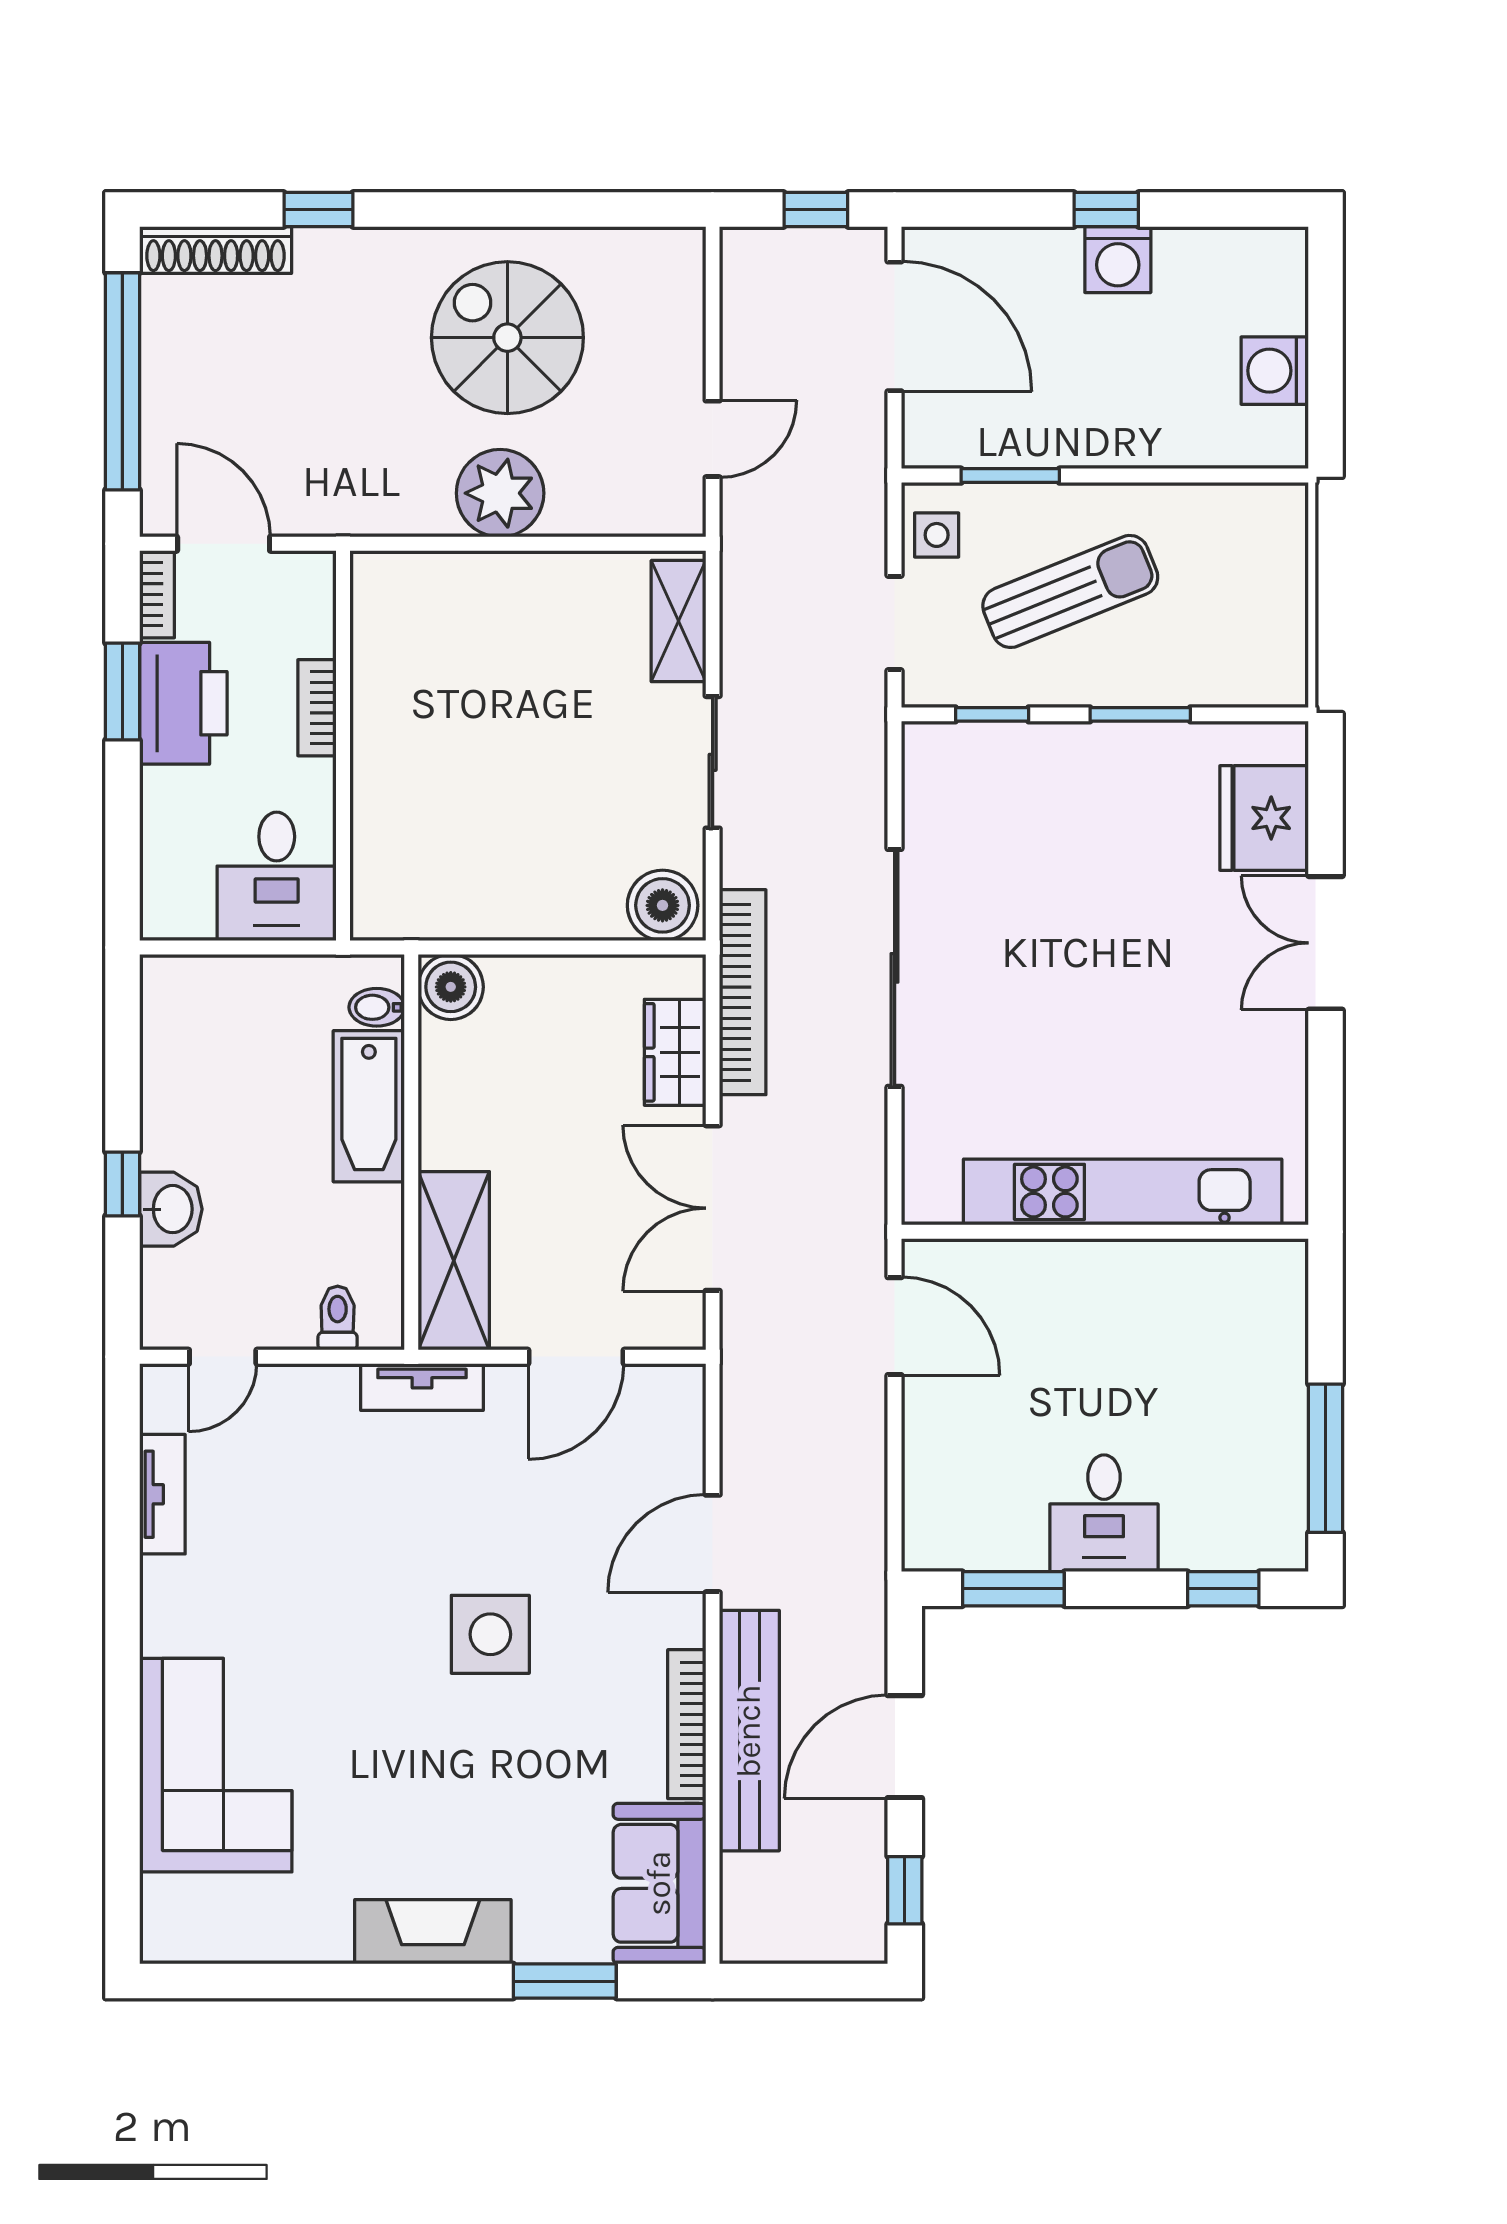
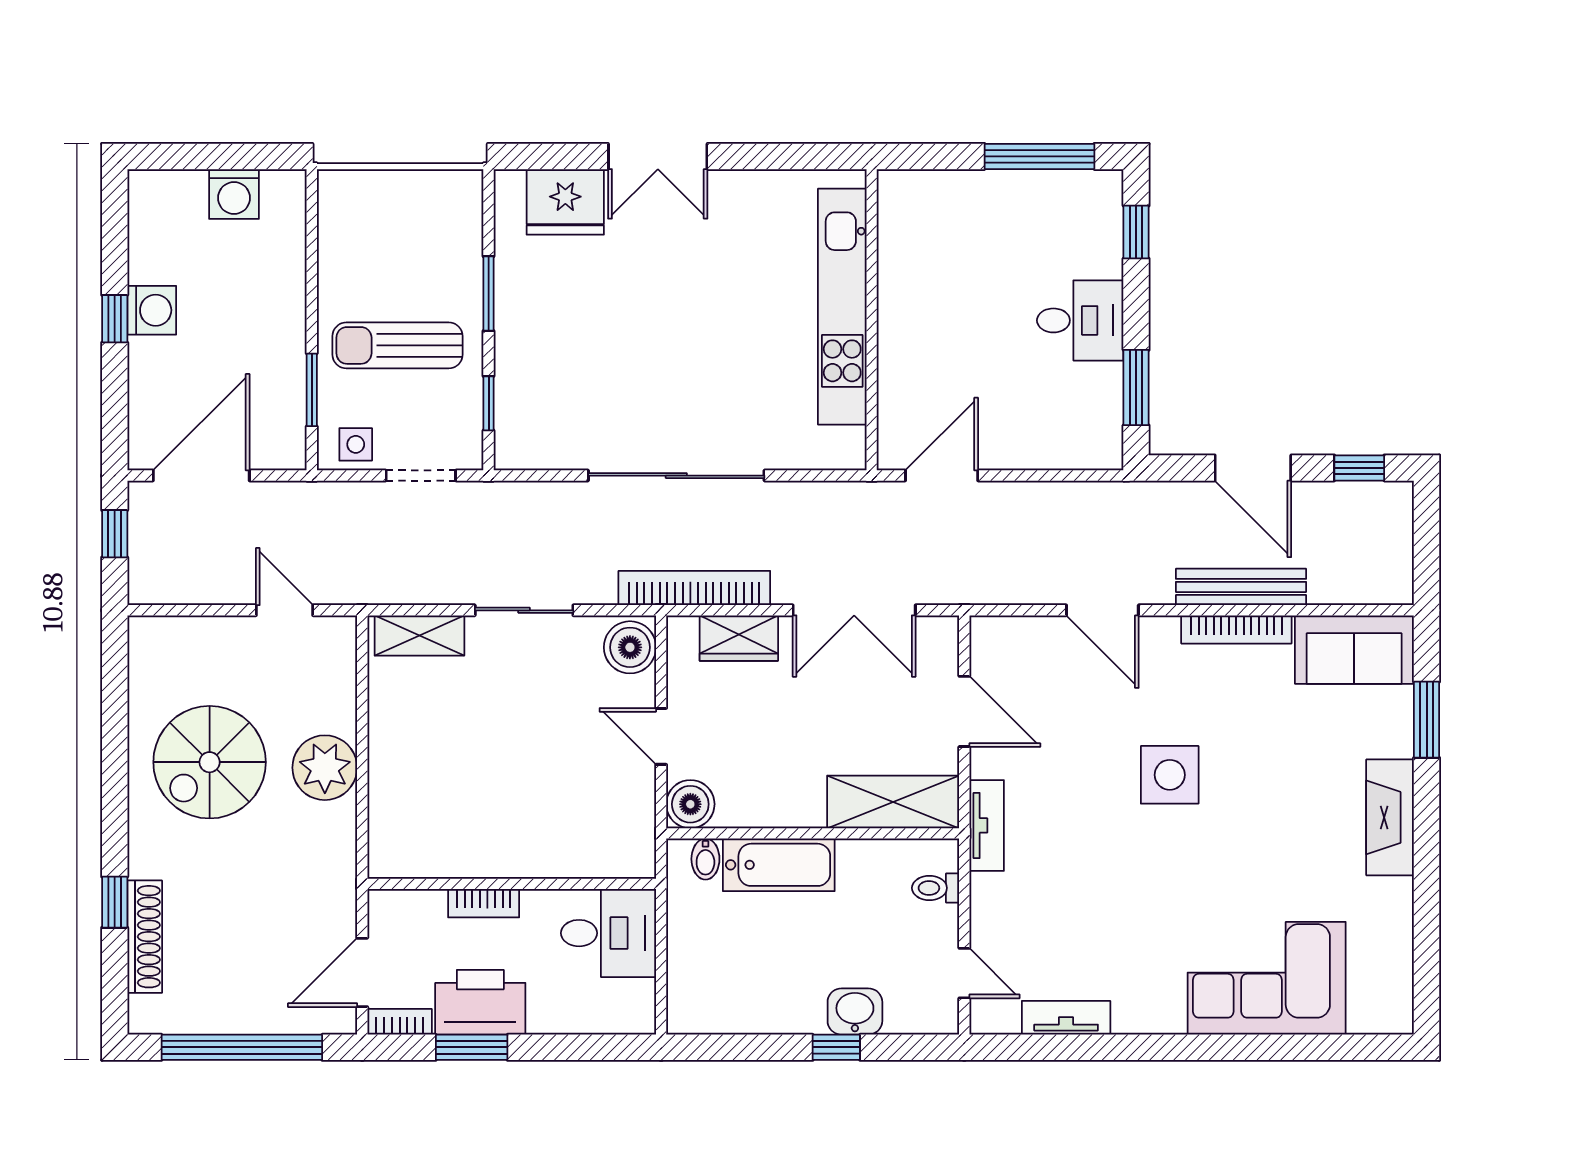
shoe rack: (216, 250) -> (145, 937), moved
sun lounger: (1070, 591) -> (398, 345), turned -68
door: (542, 947) -> (661, 736), added
bench: (749, 1731) -> (1241, 587), width x0.73, depth x0.82

